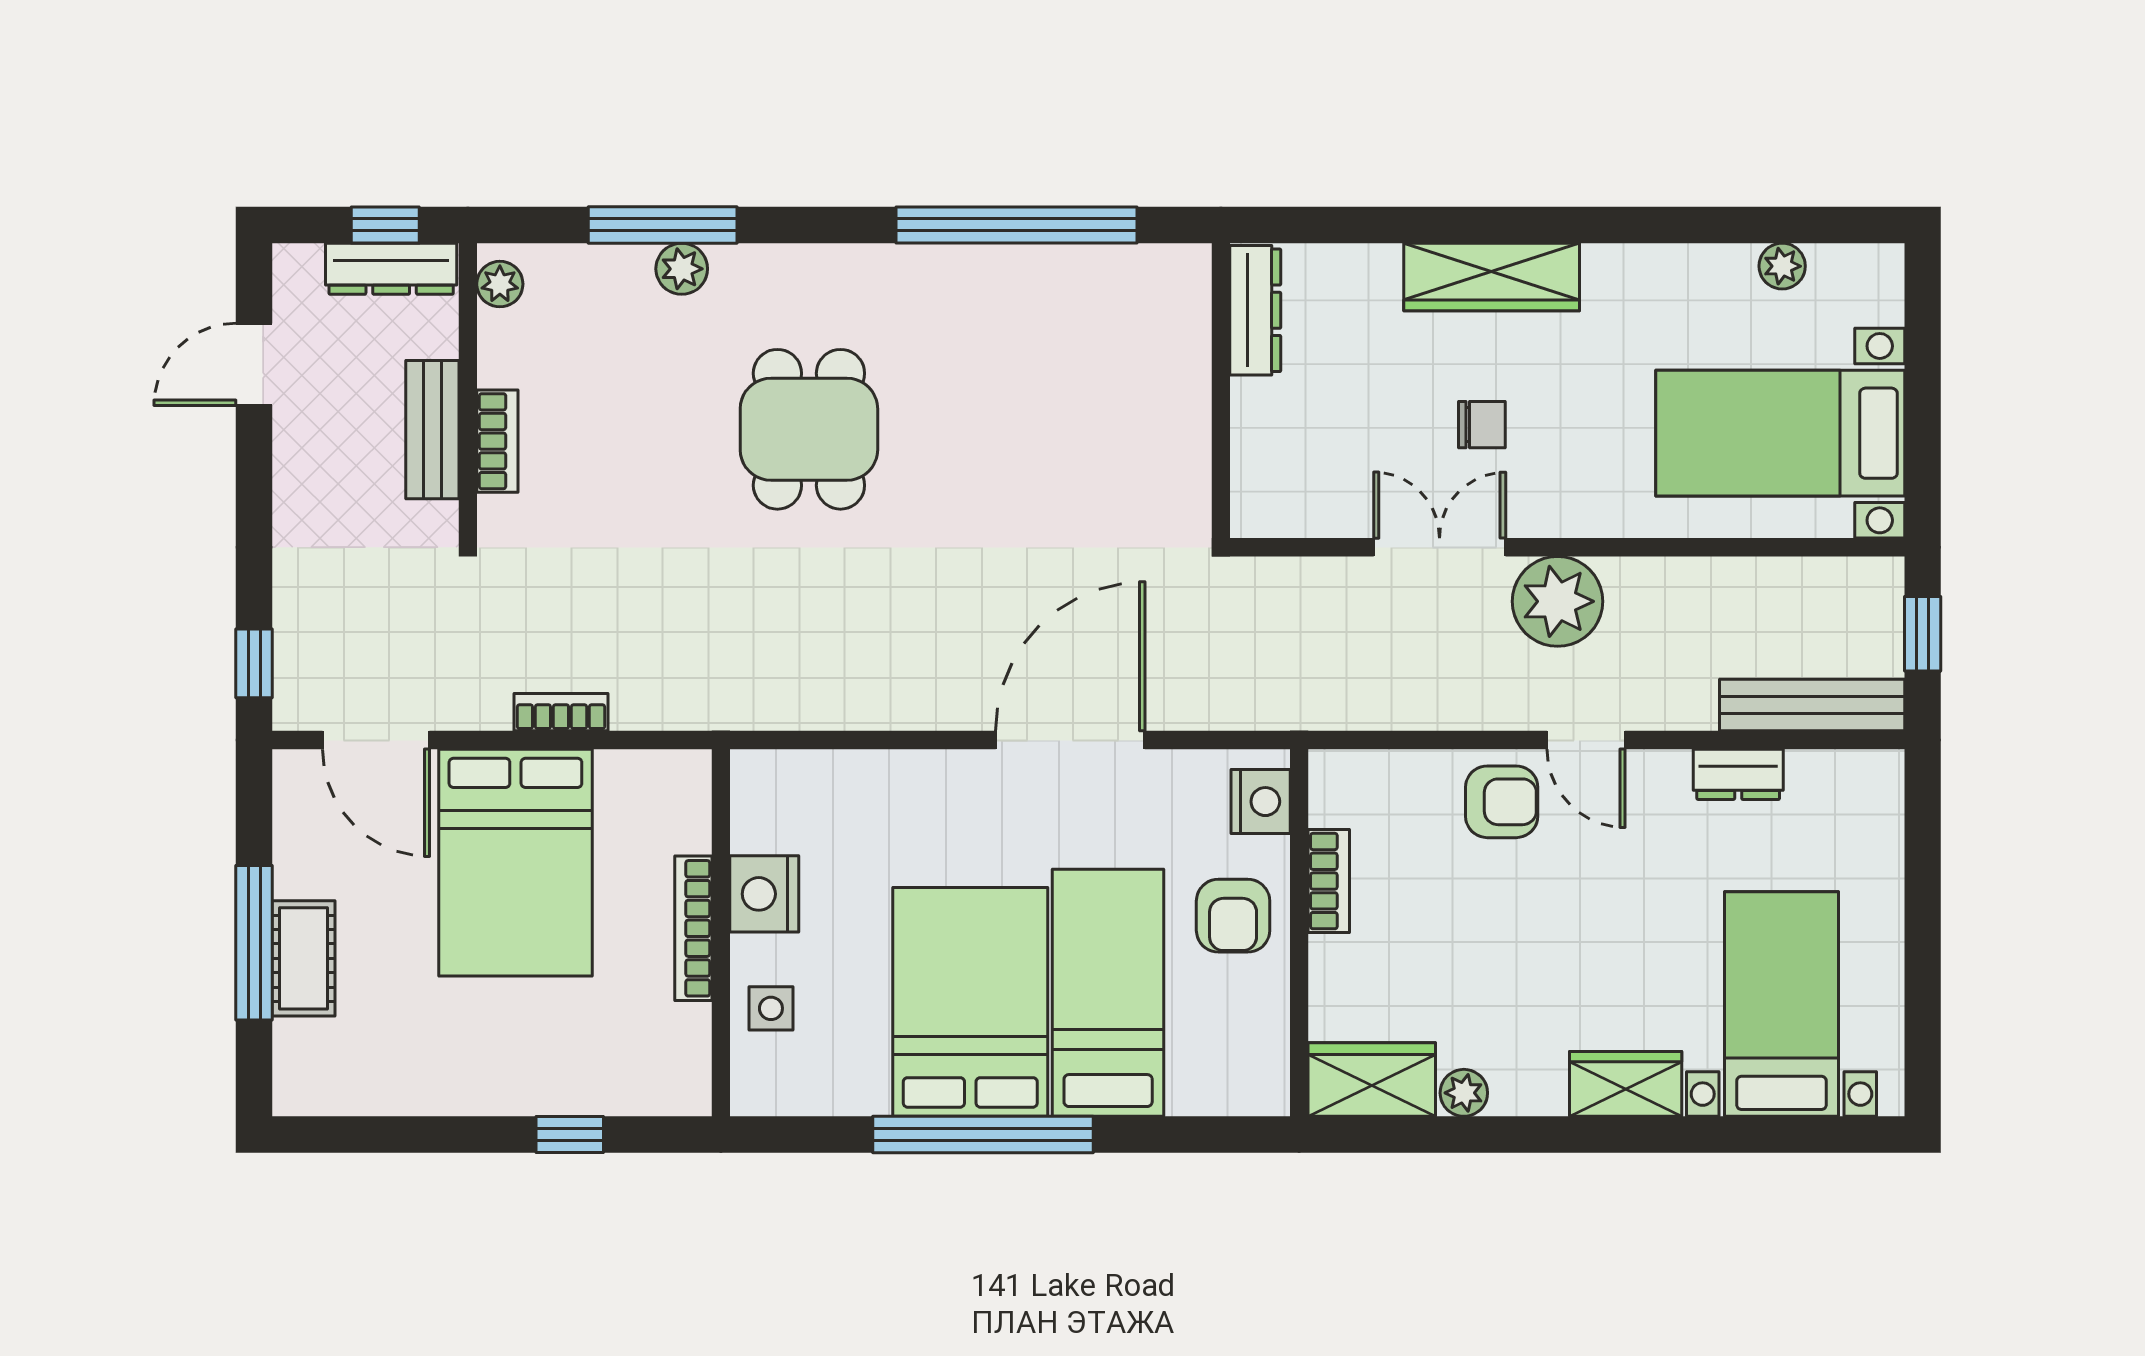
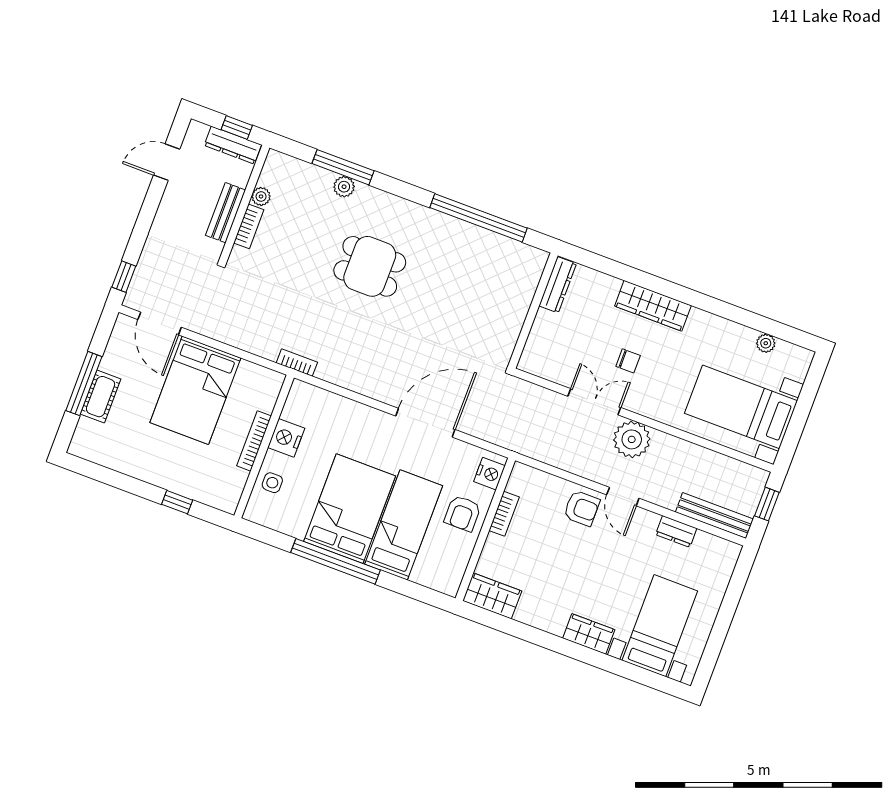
plant: (500, 284) -> (261, 196), moved
dining table: (809, 429) -> (370, 266), turned 90
bookcase: (561, 712) -> (297, 363), moved
plant: (1464, 1093) -> (526, 614), removed

